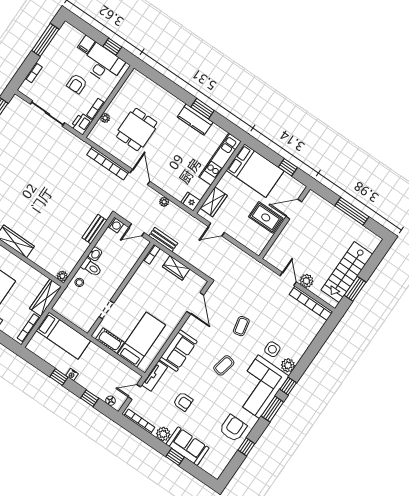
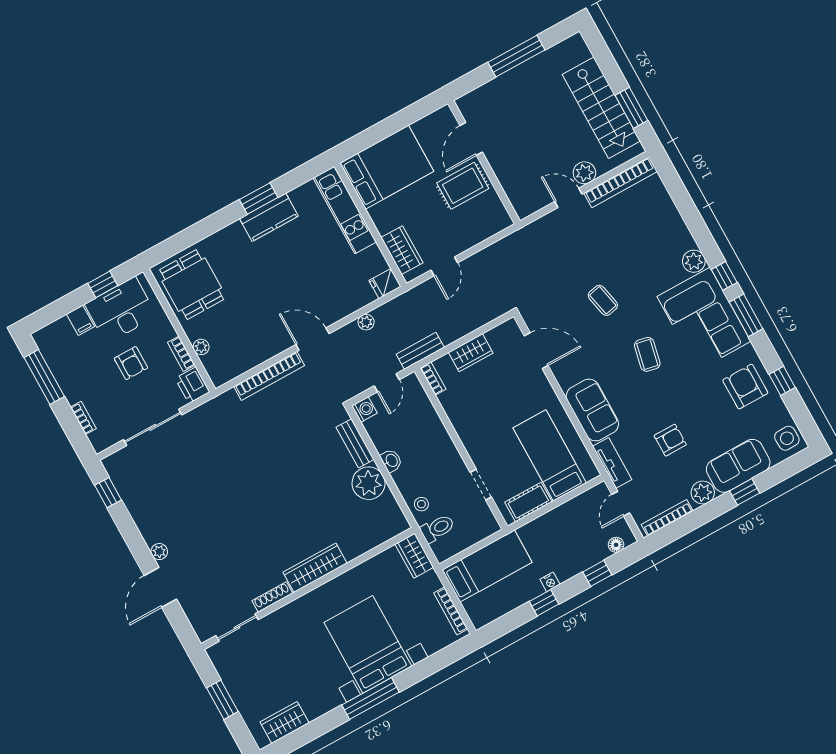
dining table: (137, 129) -> (192, 285), moved
window: (288, 167) -> (406, 117), removed
toilet: (91, 267) -> (437, 528), moved
plant: (62, 276) -> (369, 483), moved, width x1.88, depth x1.88
wardrobe: (46, 298) -> (414, 556), width x0.67
side table: (272, 349) -> (787, 438), moved

